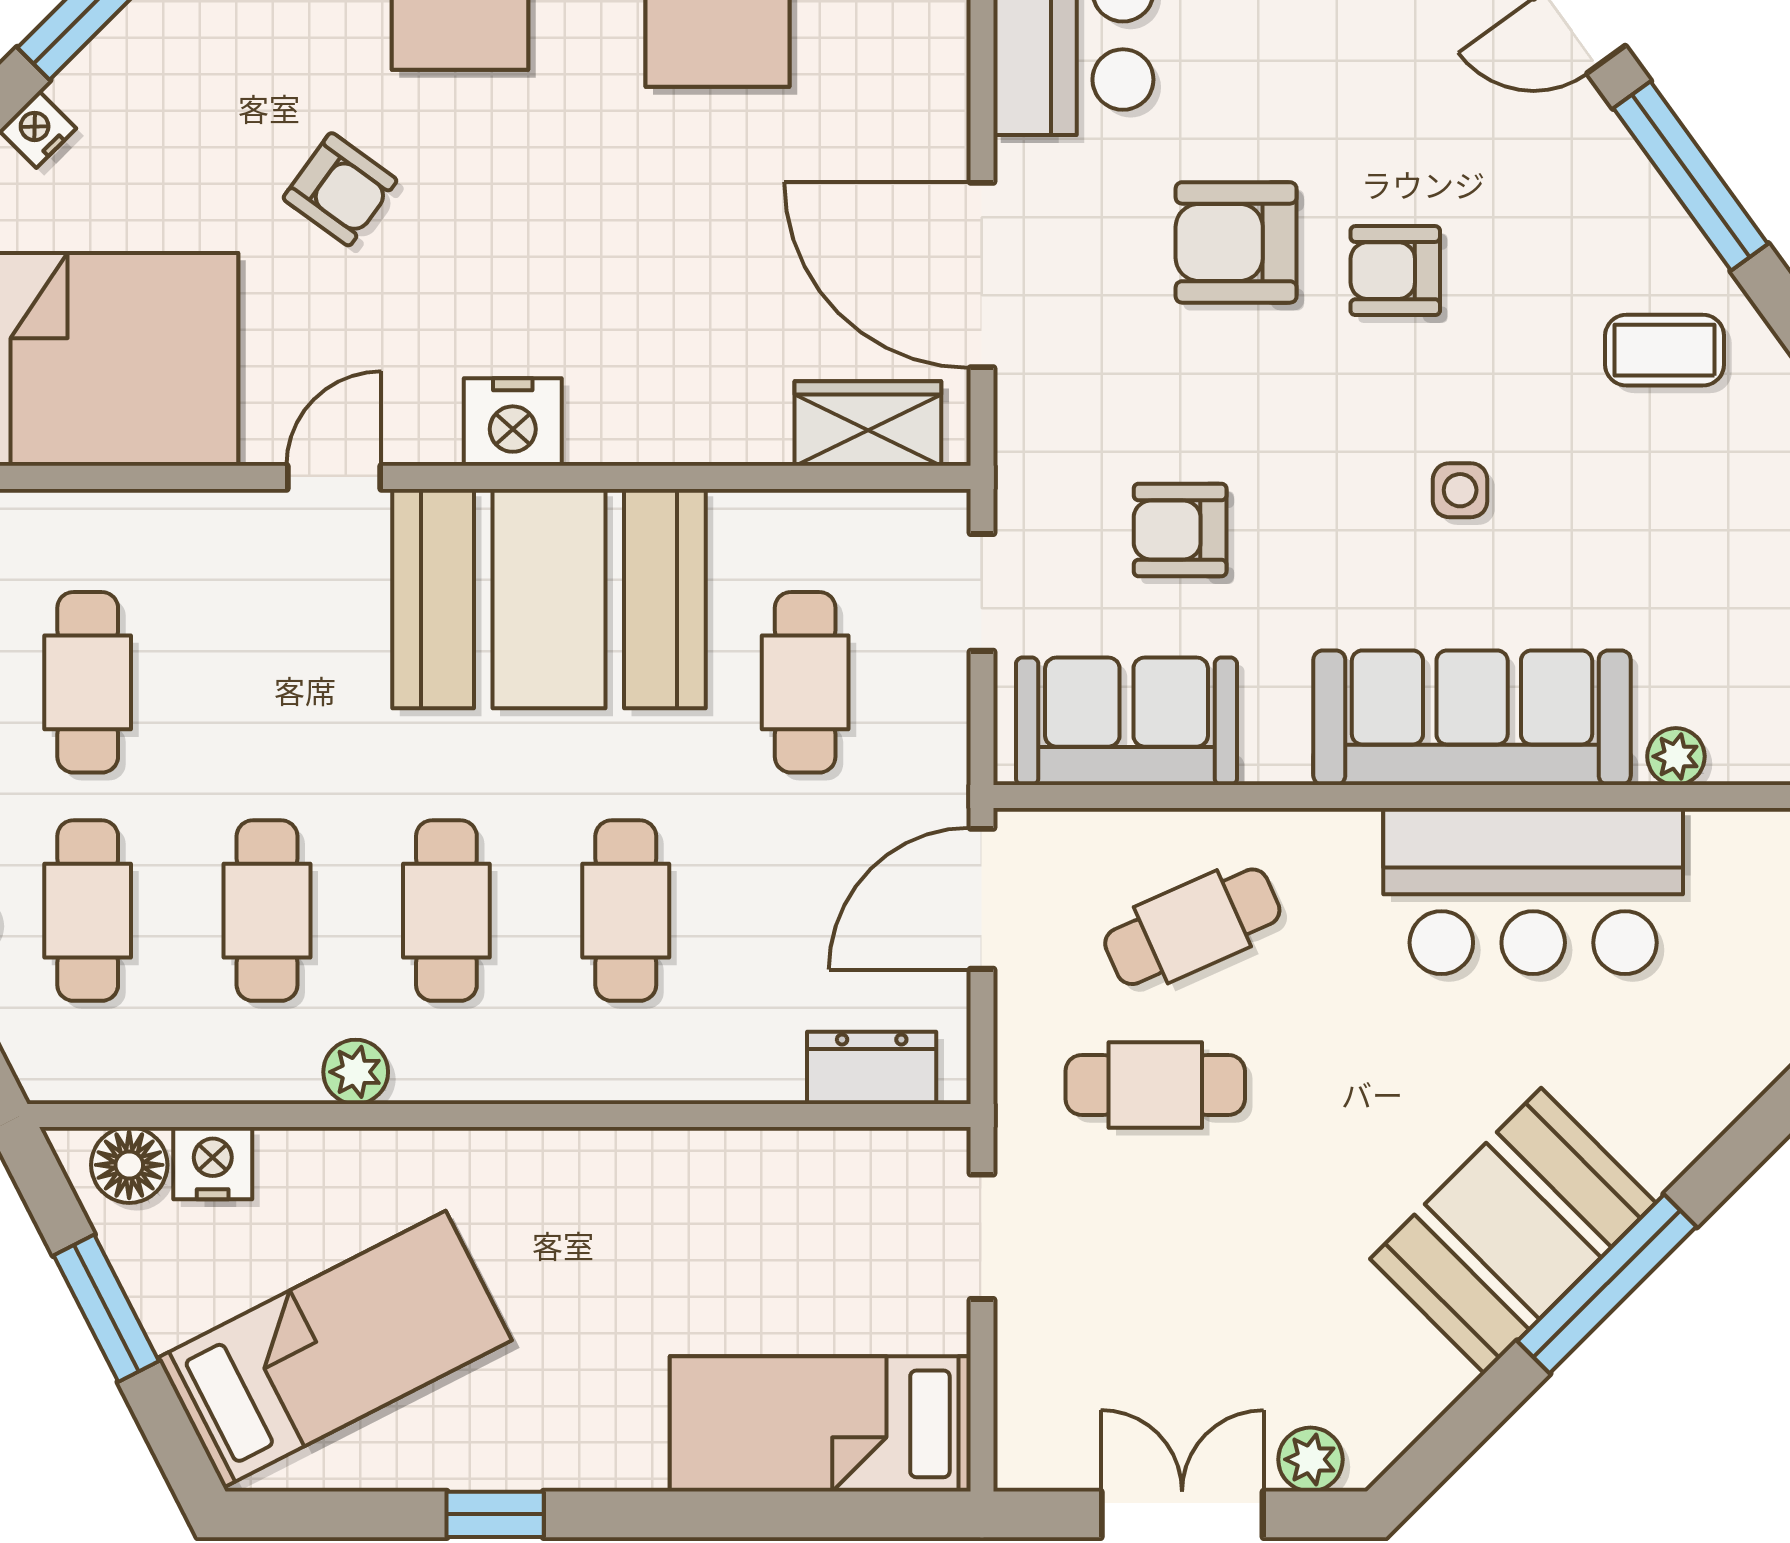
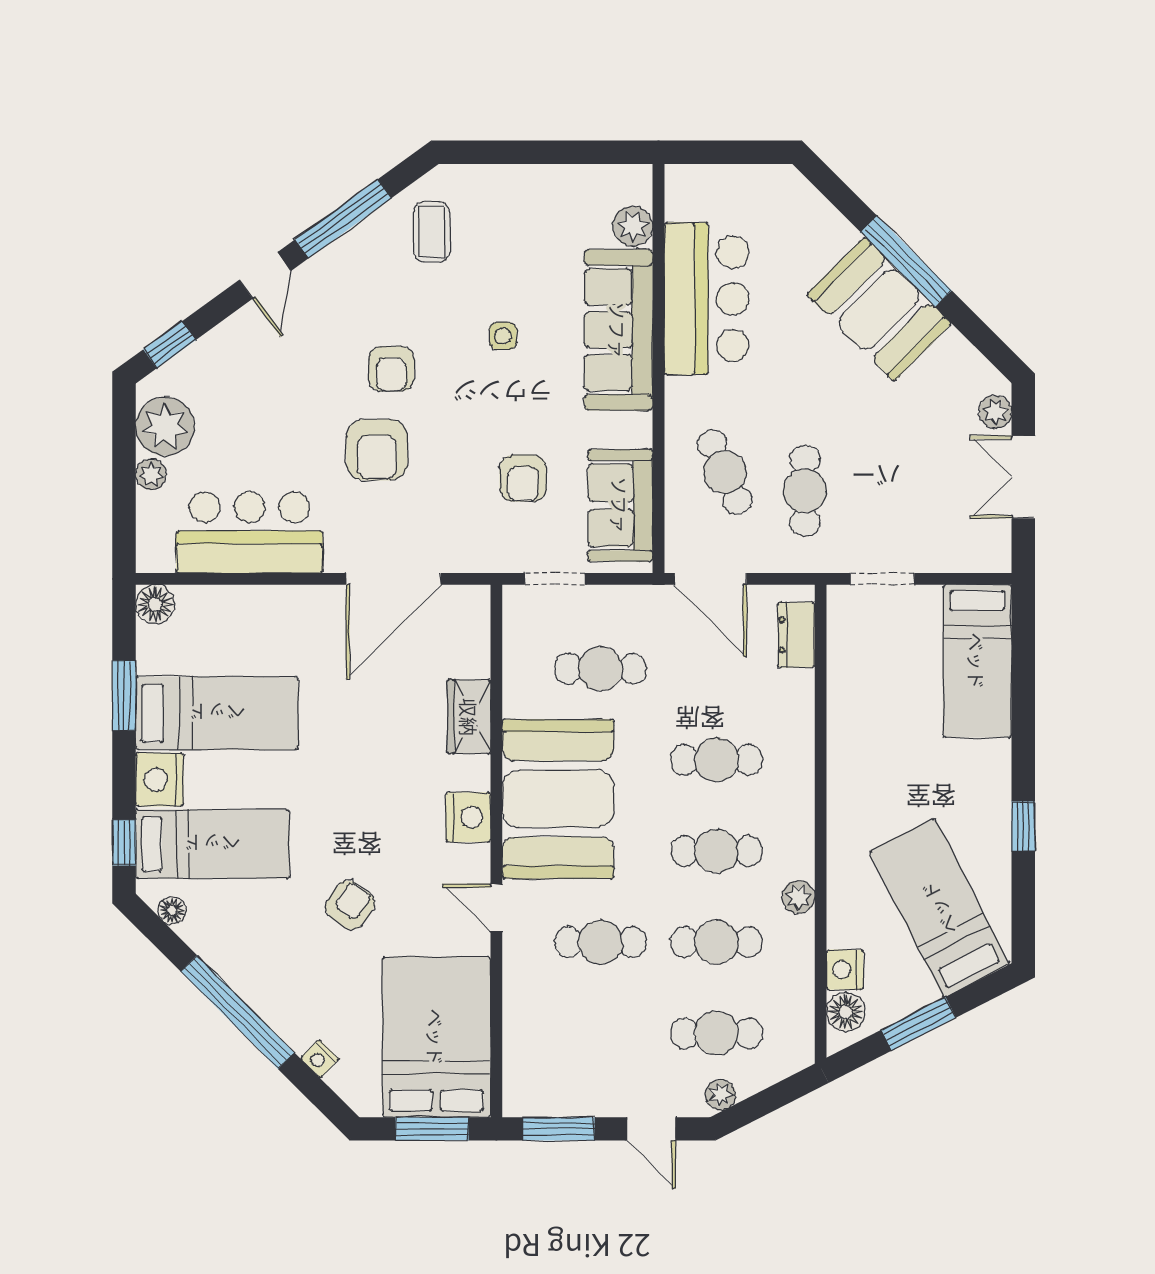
wardrobe: (868, 424) -> (469, 717), moved
cafe table: (88, 682) -> (601, 942), moved
plant: (1676, 756) -> (633, 226), width x1.38, depth x1.38

